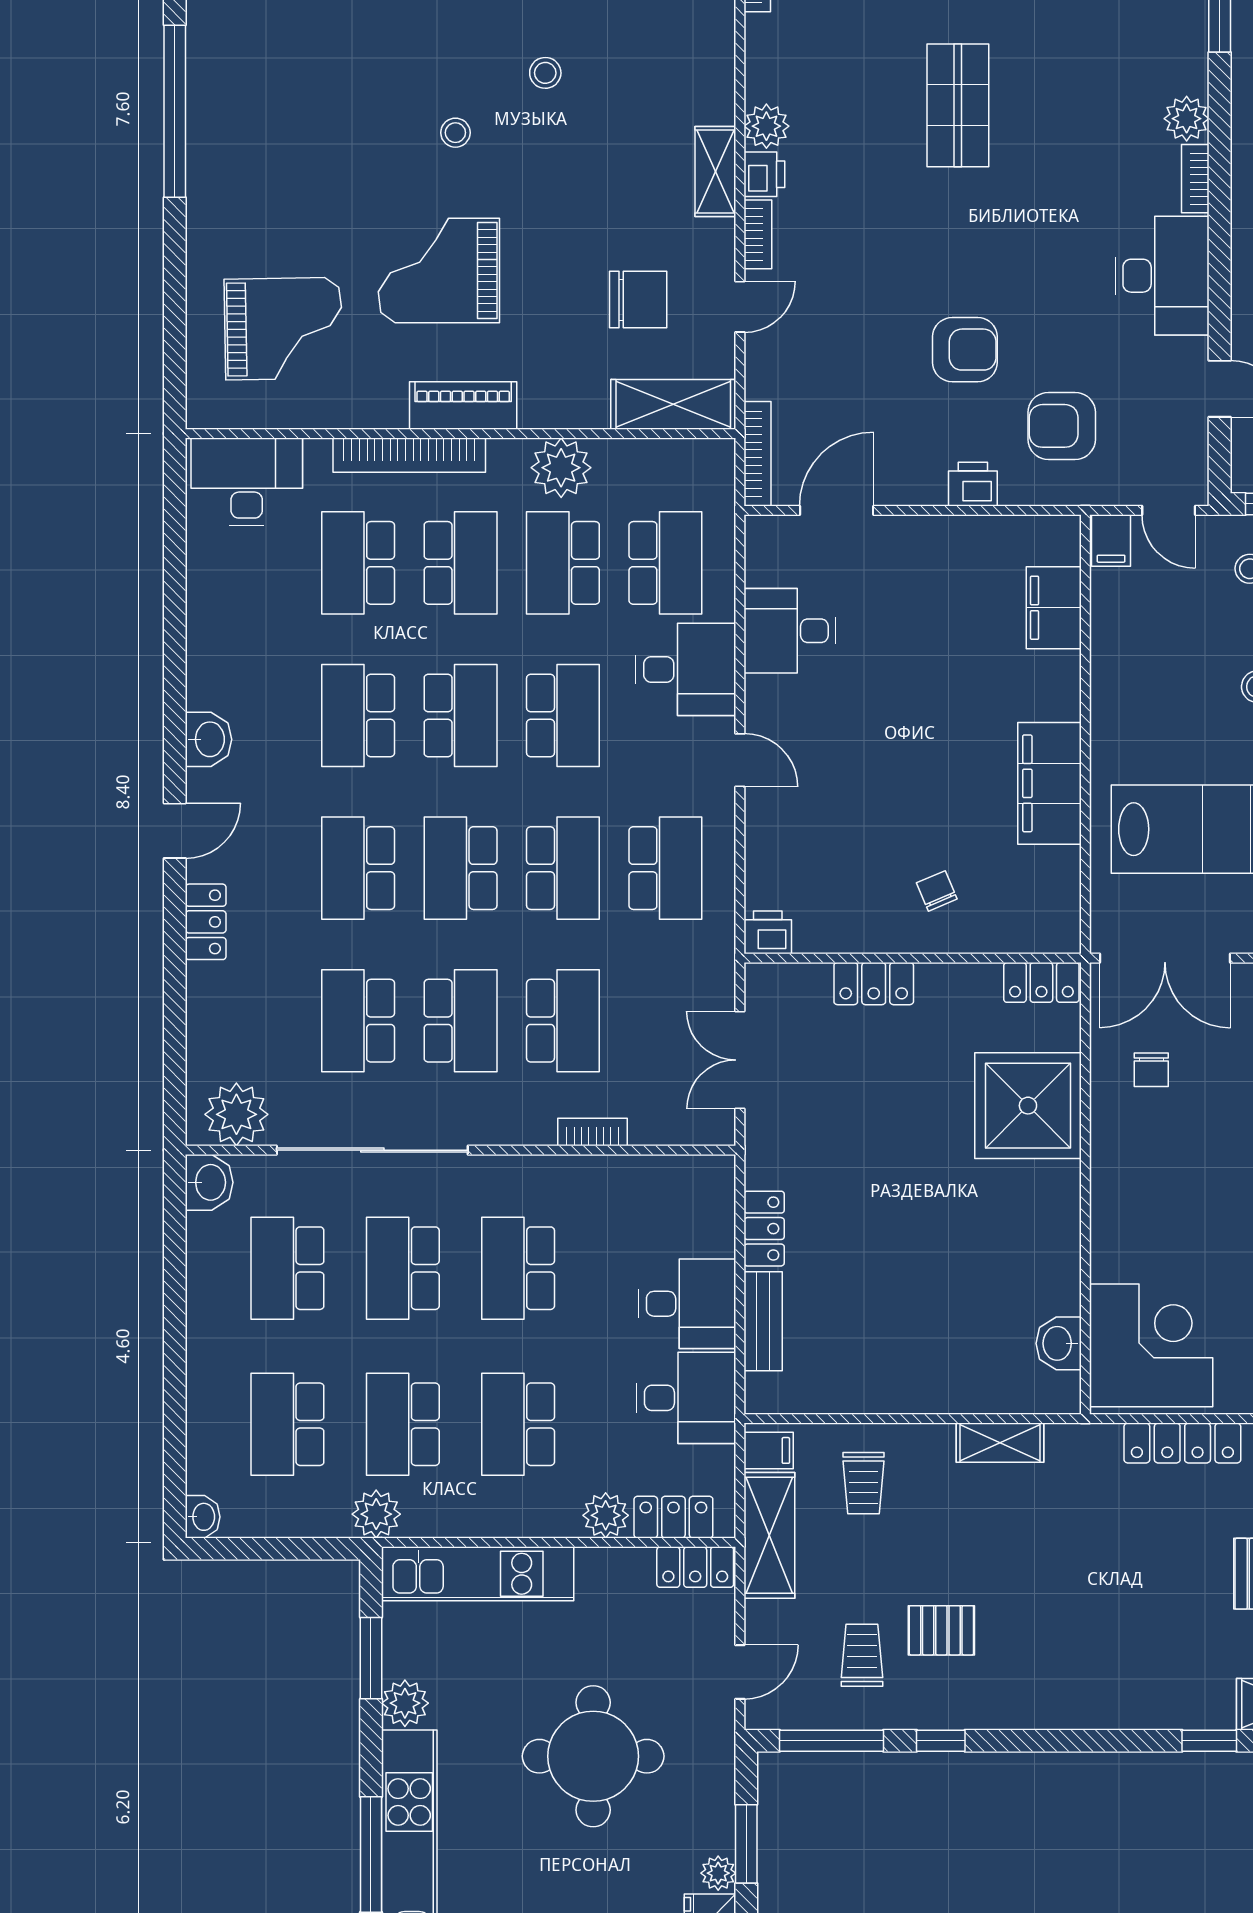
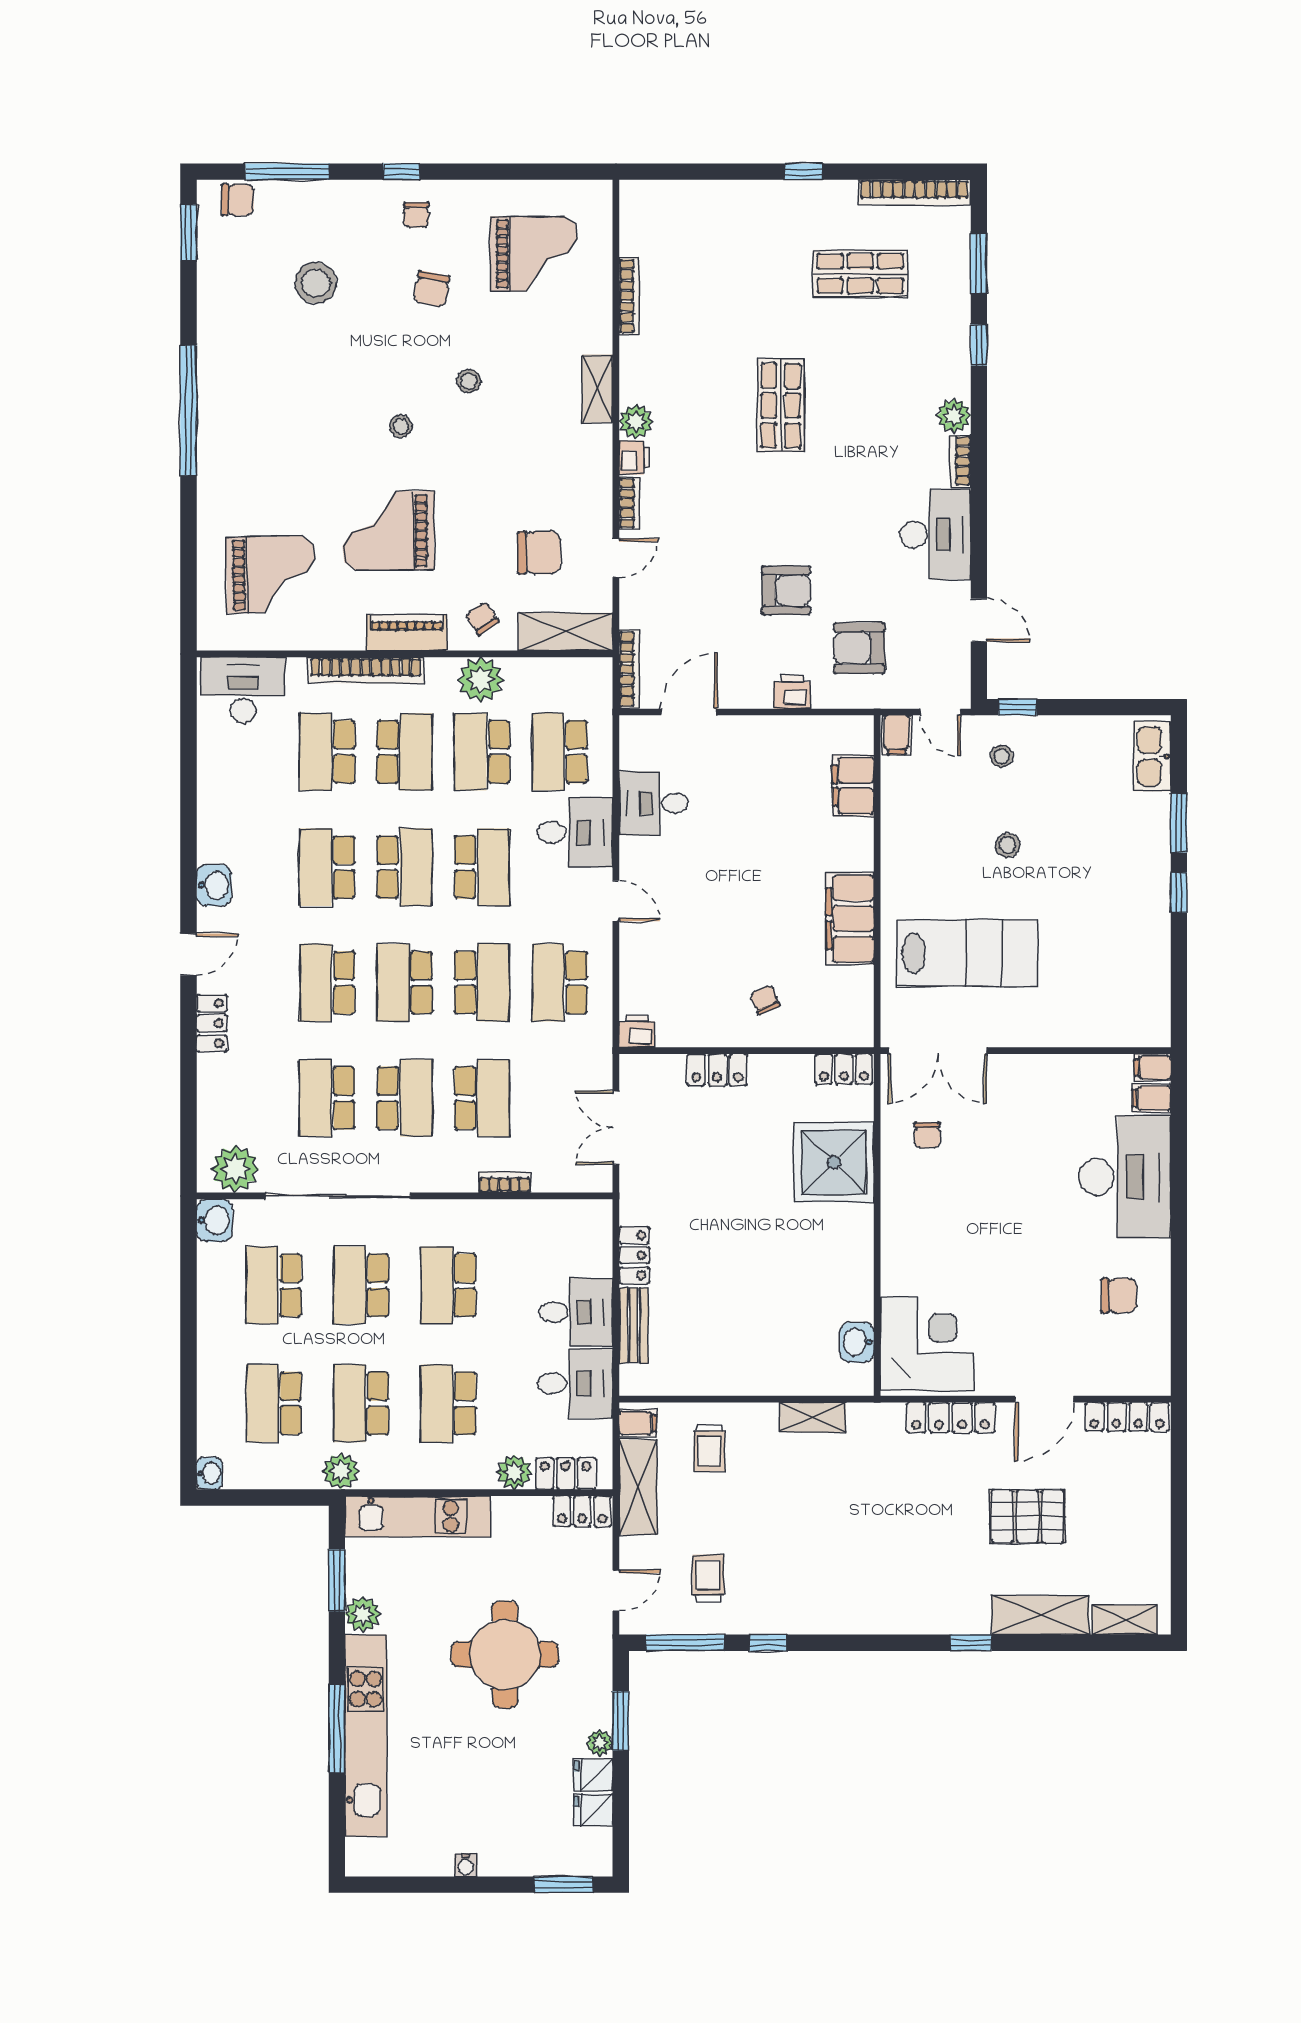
shelving: (715, 171) -> (597, 388), moved
chair: (563, 387) -> (482, 618), added
school desk: (665, 563) -> (560, 752), turned 180
school desk: (665, 868) -> (560, 983), turned 180
pallet: (941, 1630) -> (768, 1559), removed

